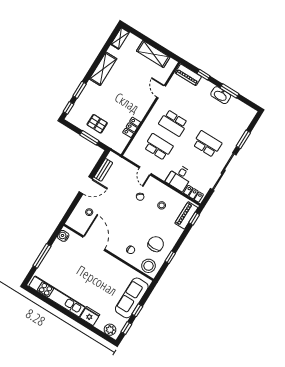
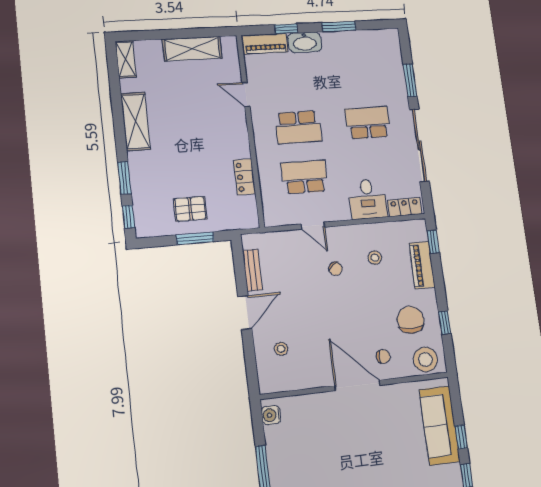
washbasin: (221, 95) -> (305, 42), moved
piano: (186, 215) -> (422, 265), moved
door: (94, 243) -> (357, 385), moved

